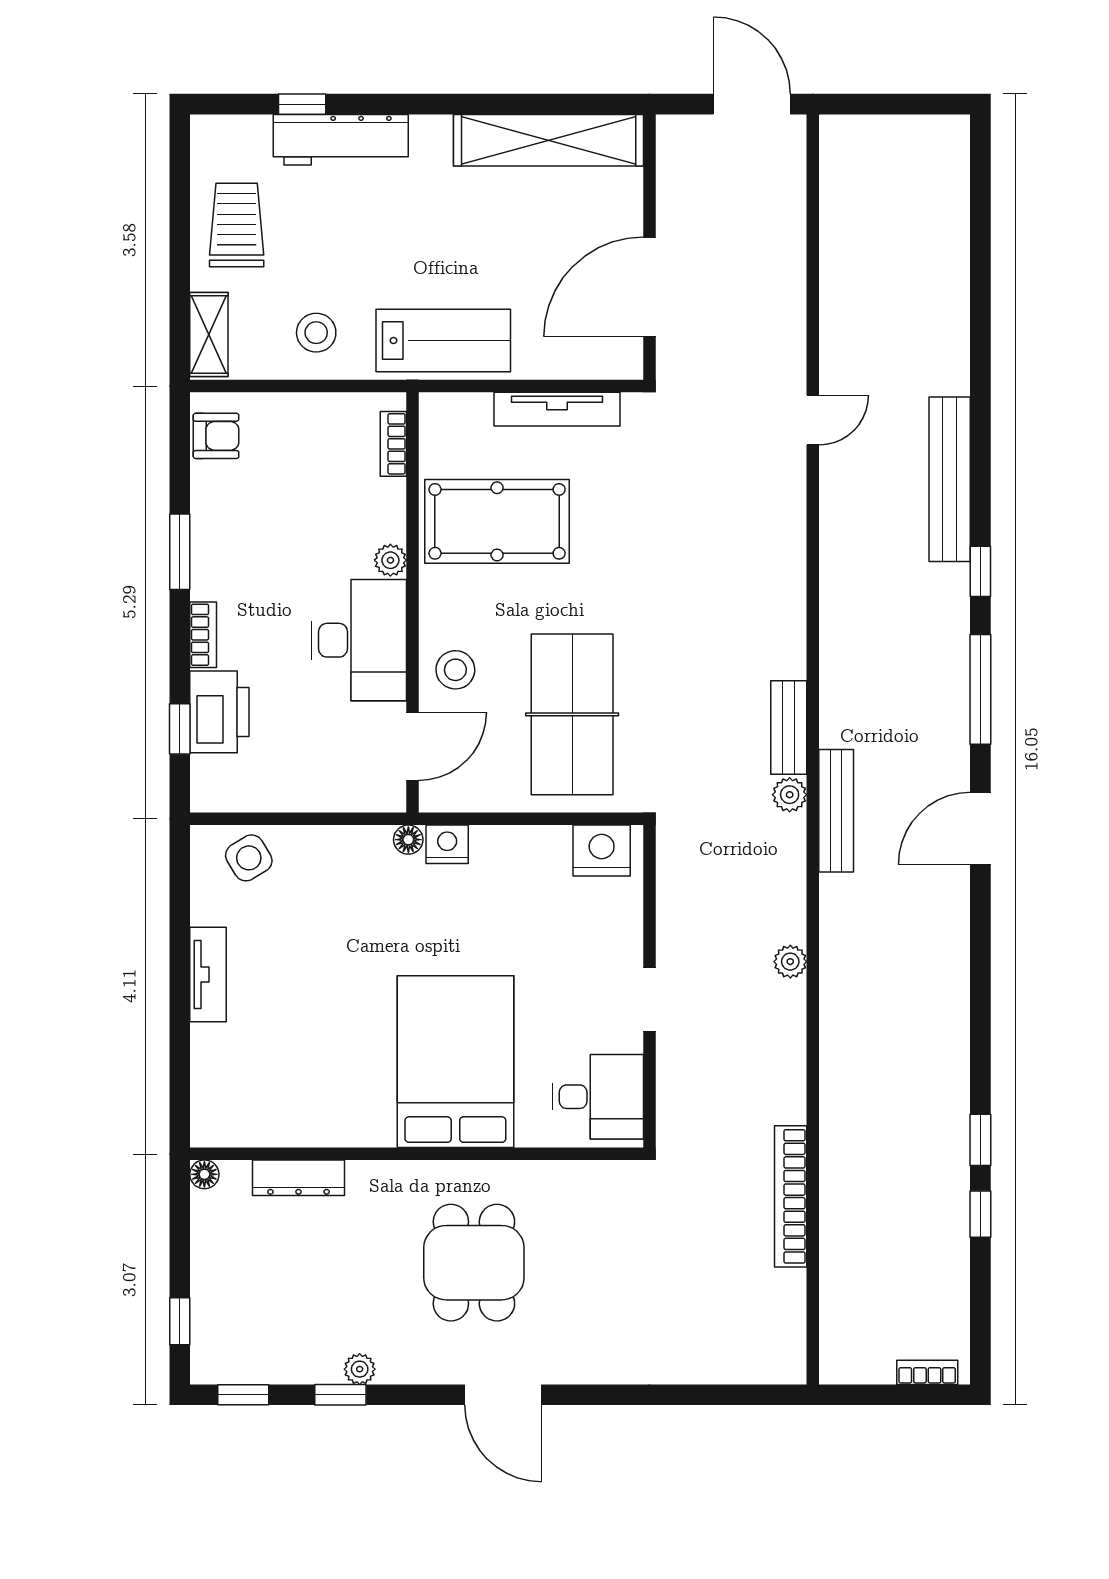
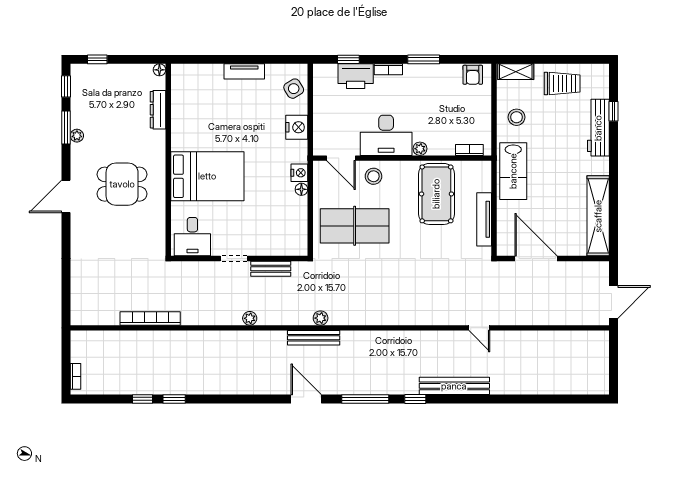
bench: (789, 728) -> (271, 269), moved
floor lamp: (408, 840) -> (301, 189), moved
nightstand: (602, 851) -> (297, 127), moved
window: (340, 1395) -> (66, 128), width x1.50

